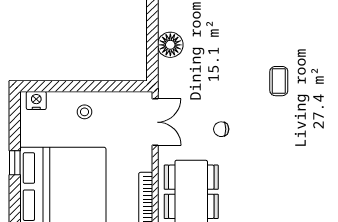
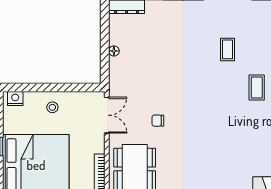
floor lamp: (170, 45) -> (114, 51), width x0.53, depth x0.53
coffee table: (279, 81) -> (228, 49), moved

